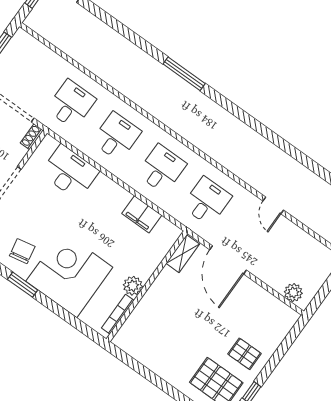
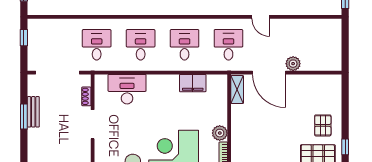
shoe rack: (32, 137) -> (86, 96), moved
door: (273, 205) -> (261, 17), moved
plant: (293, 293) -> (293, 64), moved
pallet: (245, 354) -> (323, 125), turned 90

